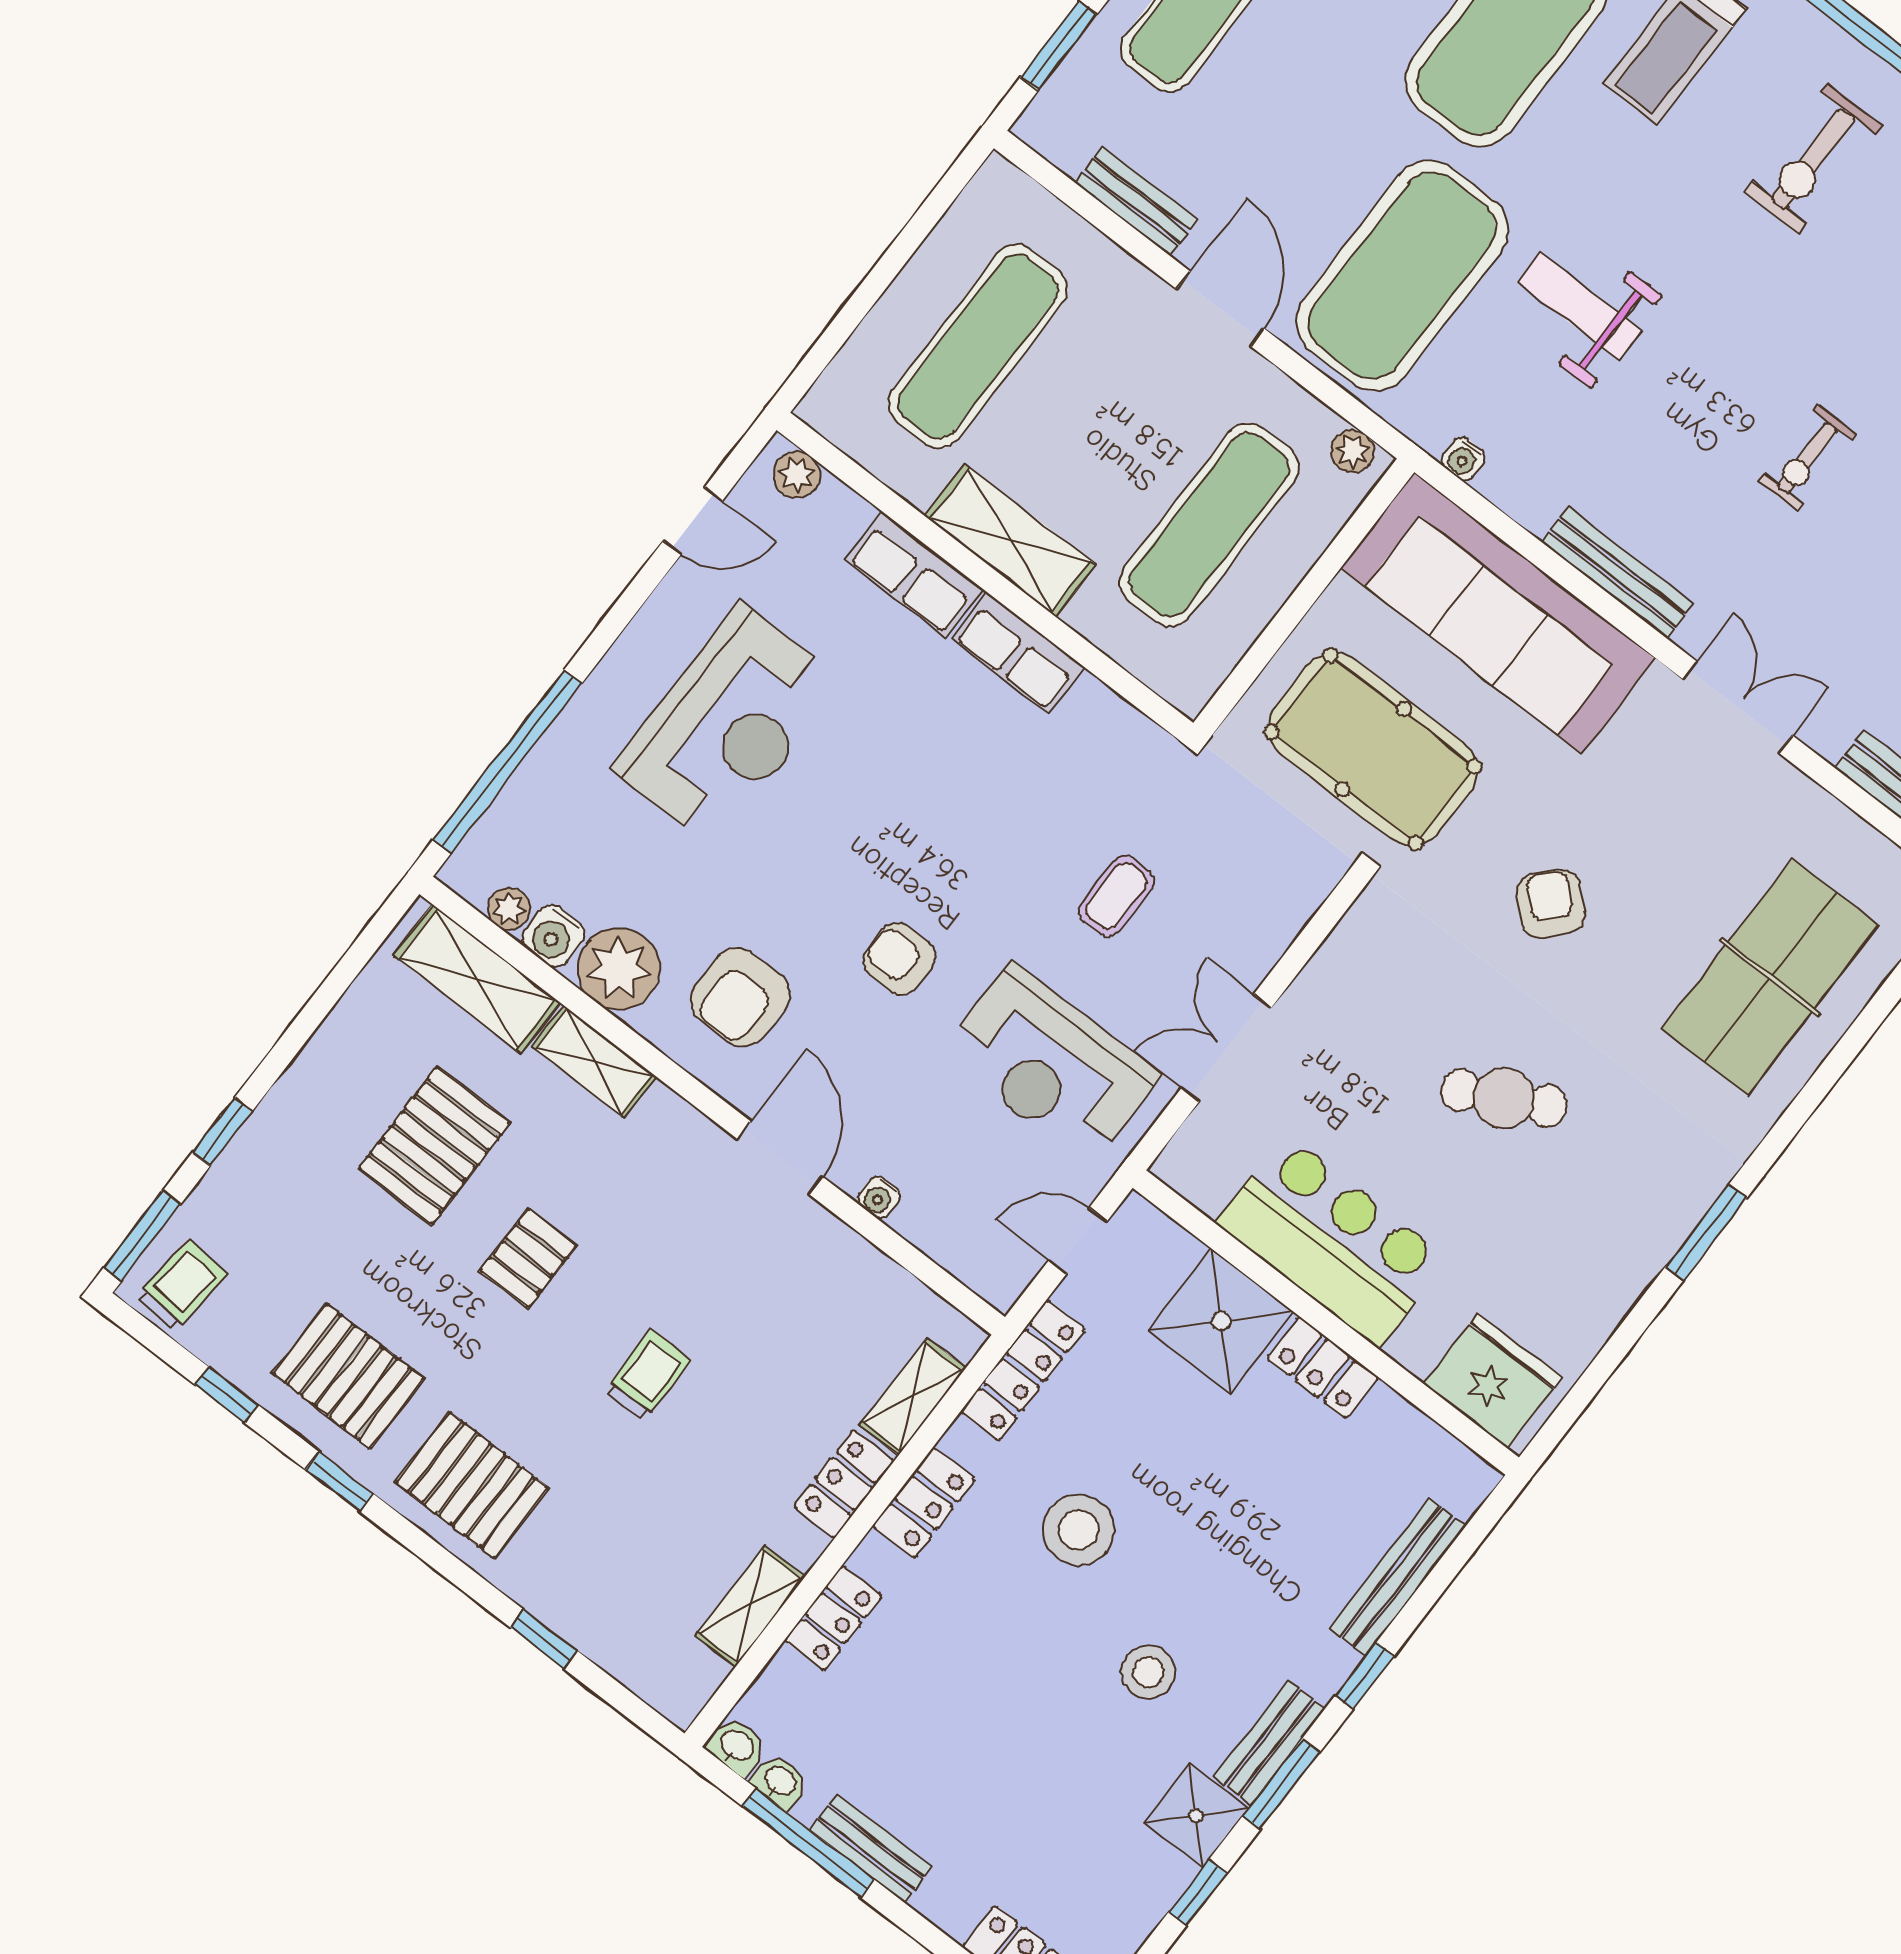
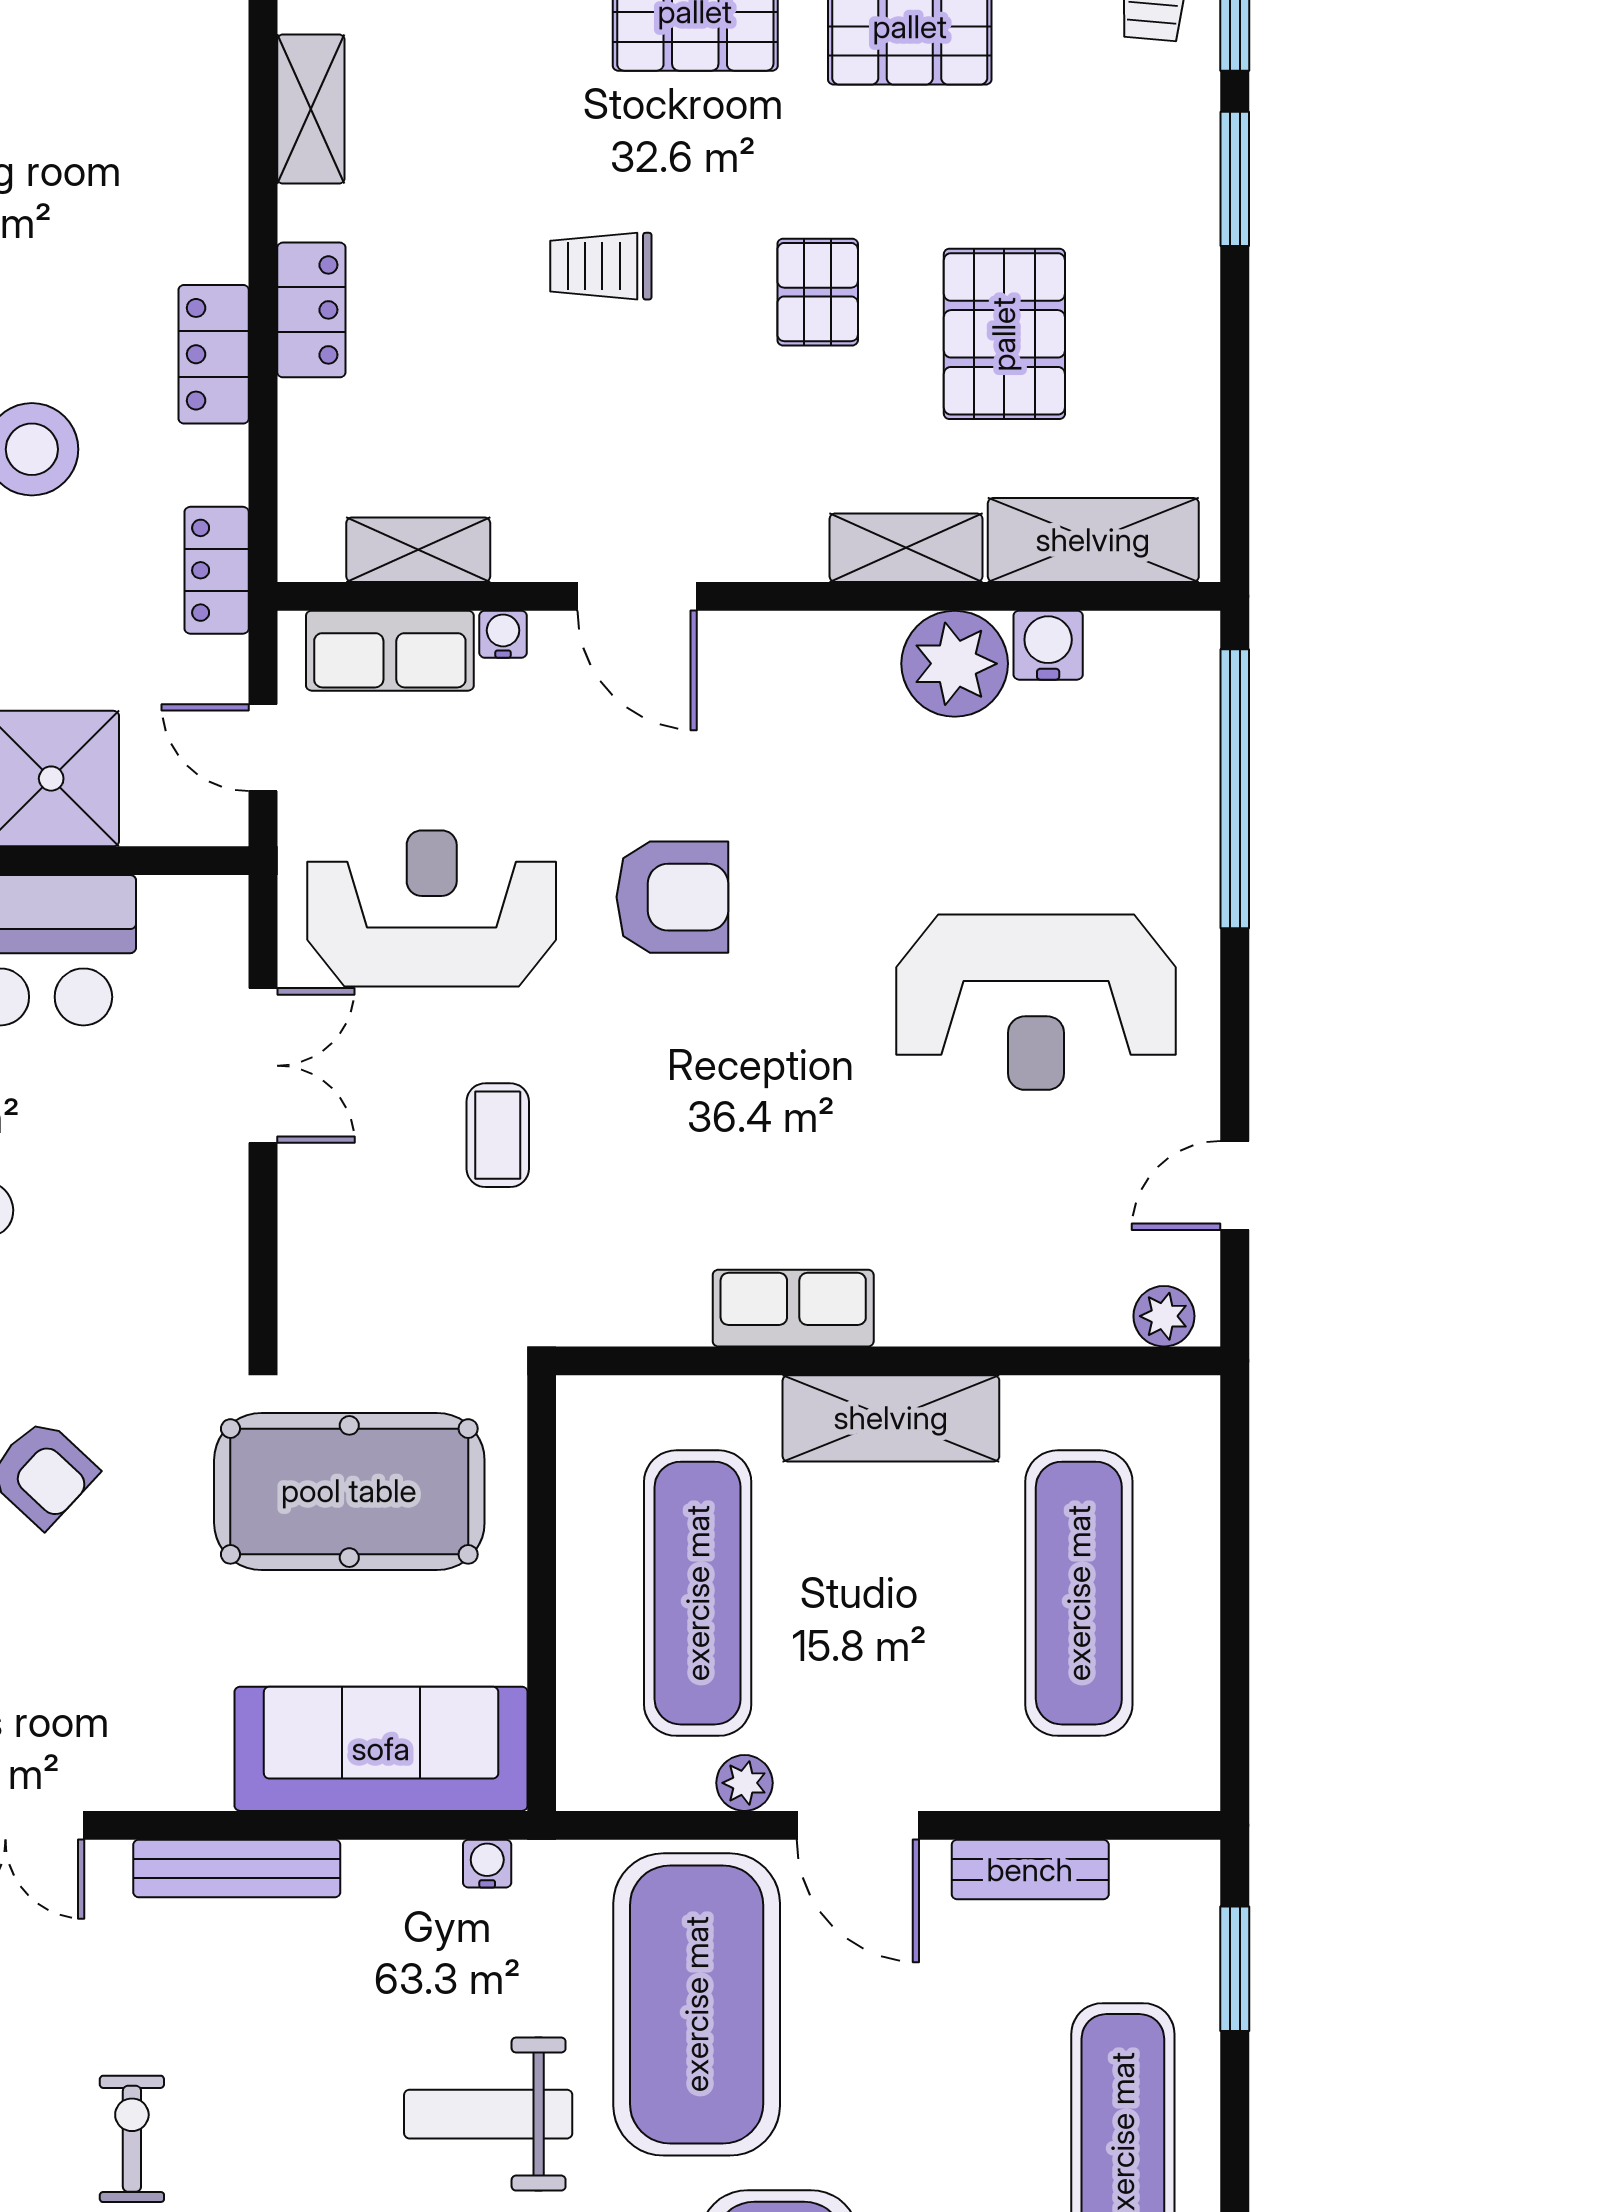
weight bench: (1580, 306) -> (488, 2114), turned 180
plant: (1352, 451) -> (744, 1783), moved
row of seats: (914, 575) -> (390, 651), moved, turned 180
sofa: (1498, 613) -> (381, 1749), width x0.74, depth x0.79
reception desk: (728, 725) -> (1036, 1002), turned -90
plant: (509, 909) -> (1116, 638), removed
armchair: (899, 959) -> (672, 897), width x1.38, depth x1.38
armchair: (740, 997) -> (806, 731), removed
window: (222, 1132) -> (1235, 179), width x1.50
door: (1078, 1241) -> (263, 748), swing flipped
locker: (1023, 1370) -> (217, 570), width x0.66
trolley: (648, 1375) -> (601, 266), turned 90
shelving: (913, 1397) -> (418, 550), moved, turned 90
locker: (833, 1618) -> (215, 163), removed

